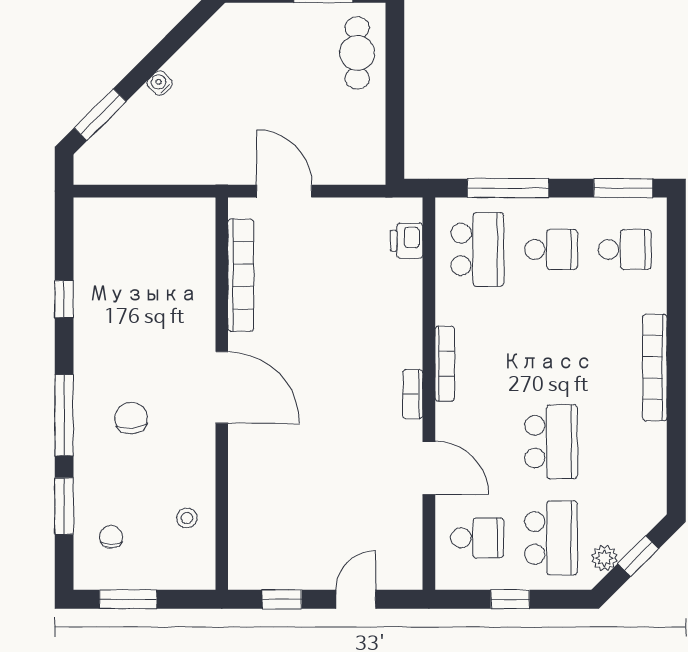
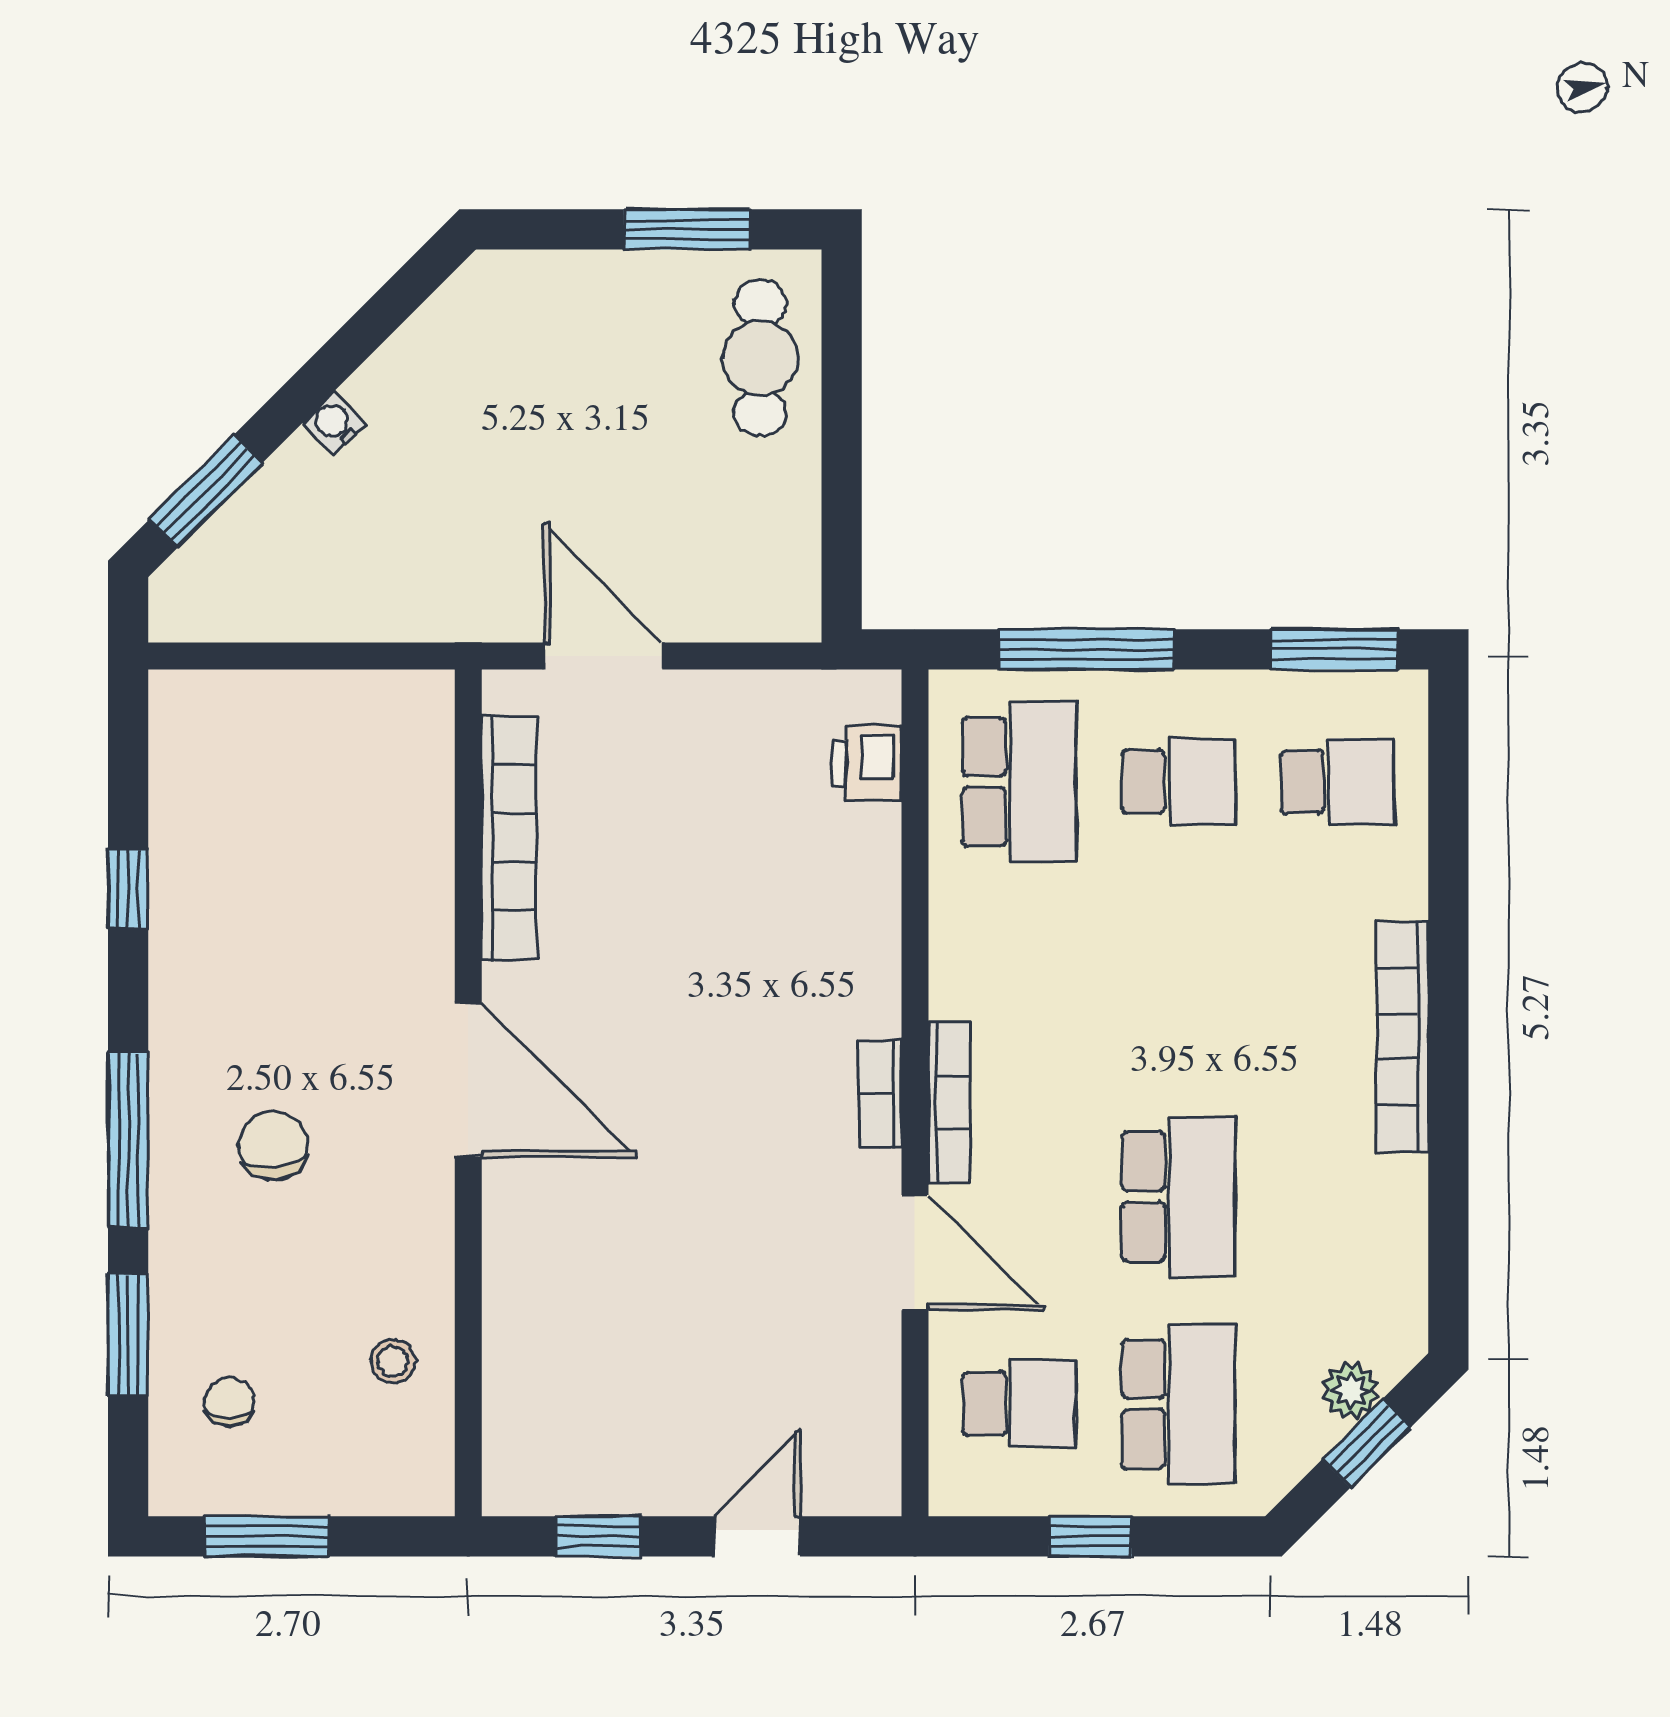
bookcase: (445, 364) -> (949, 1103), moved
plant: (604, 558) -> (1351, 1390), moved

